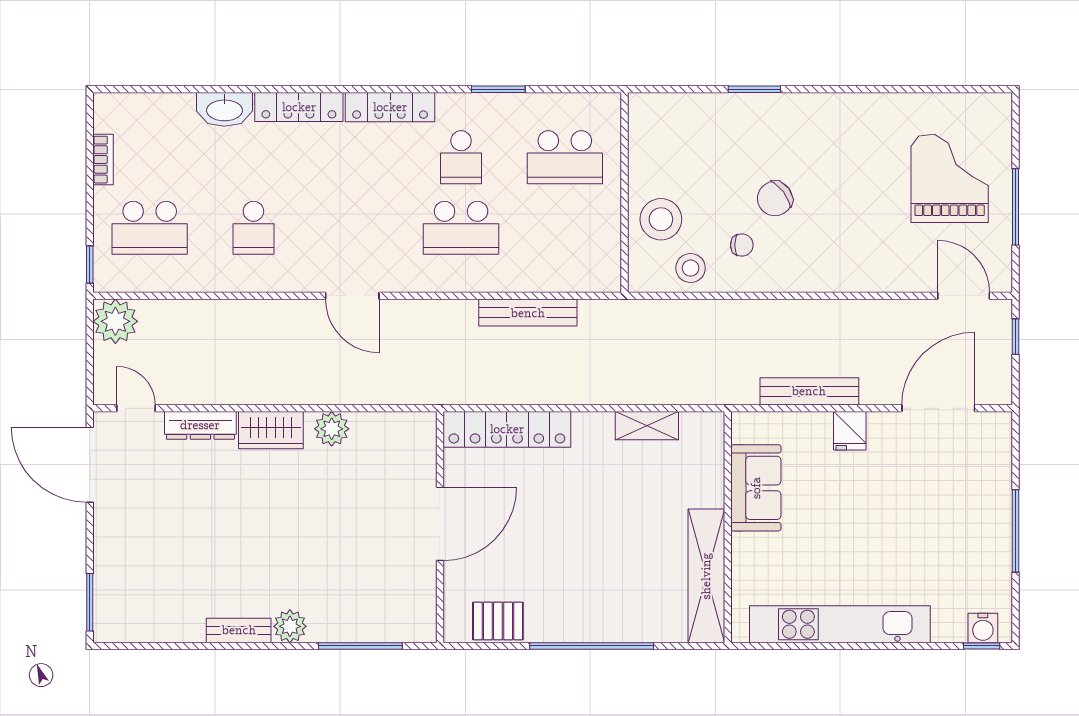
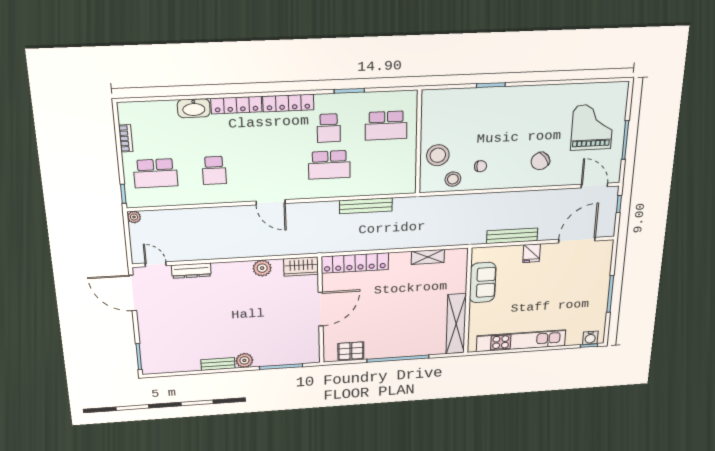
chair: (775, 199) -> (540, 161), moved
plant: (115, 321) -> (134, 217), width x0.53, depth x0.53
wardrobe: (271, 430) -> (301, 266), moved

